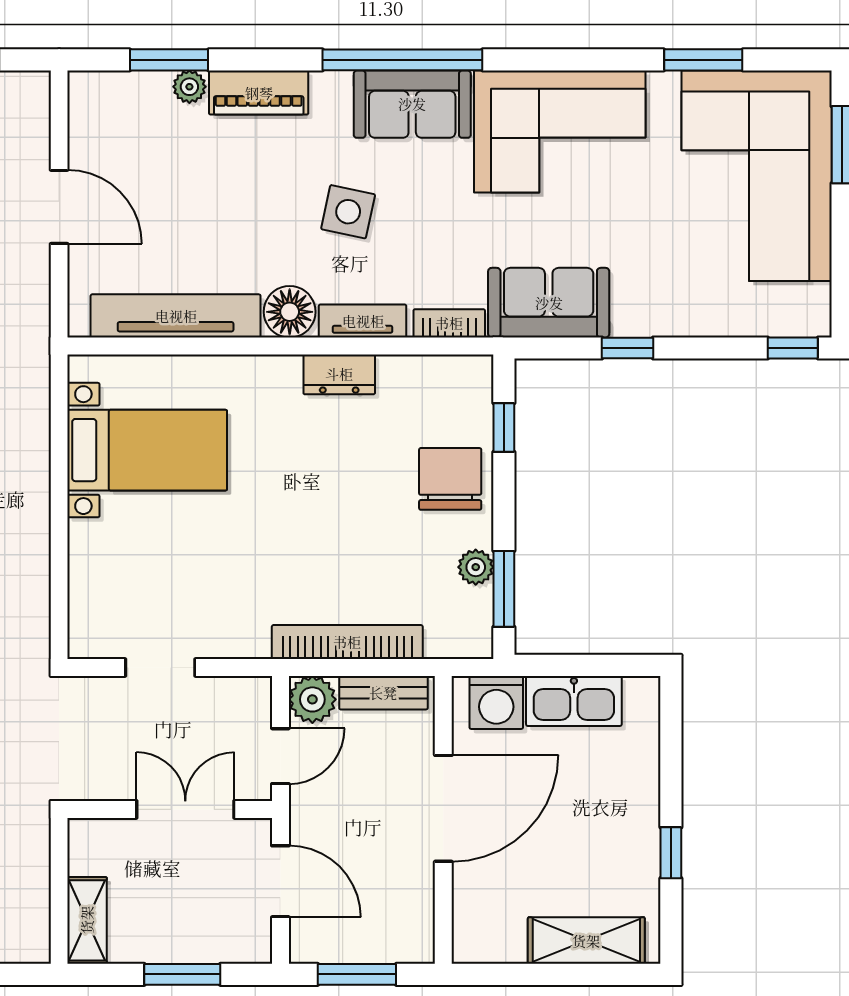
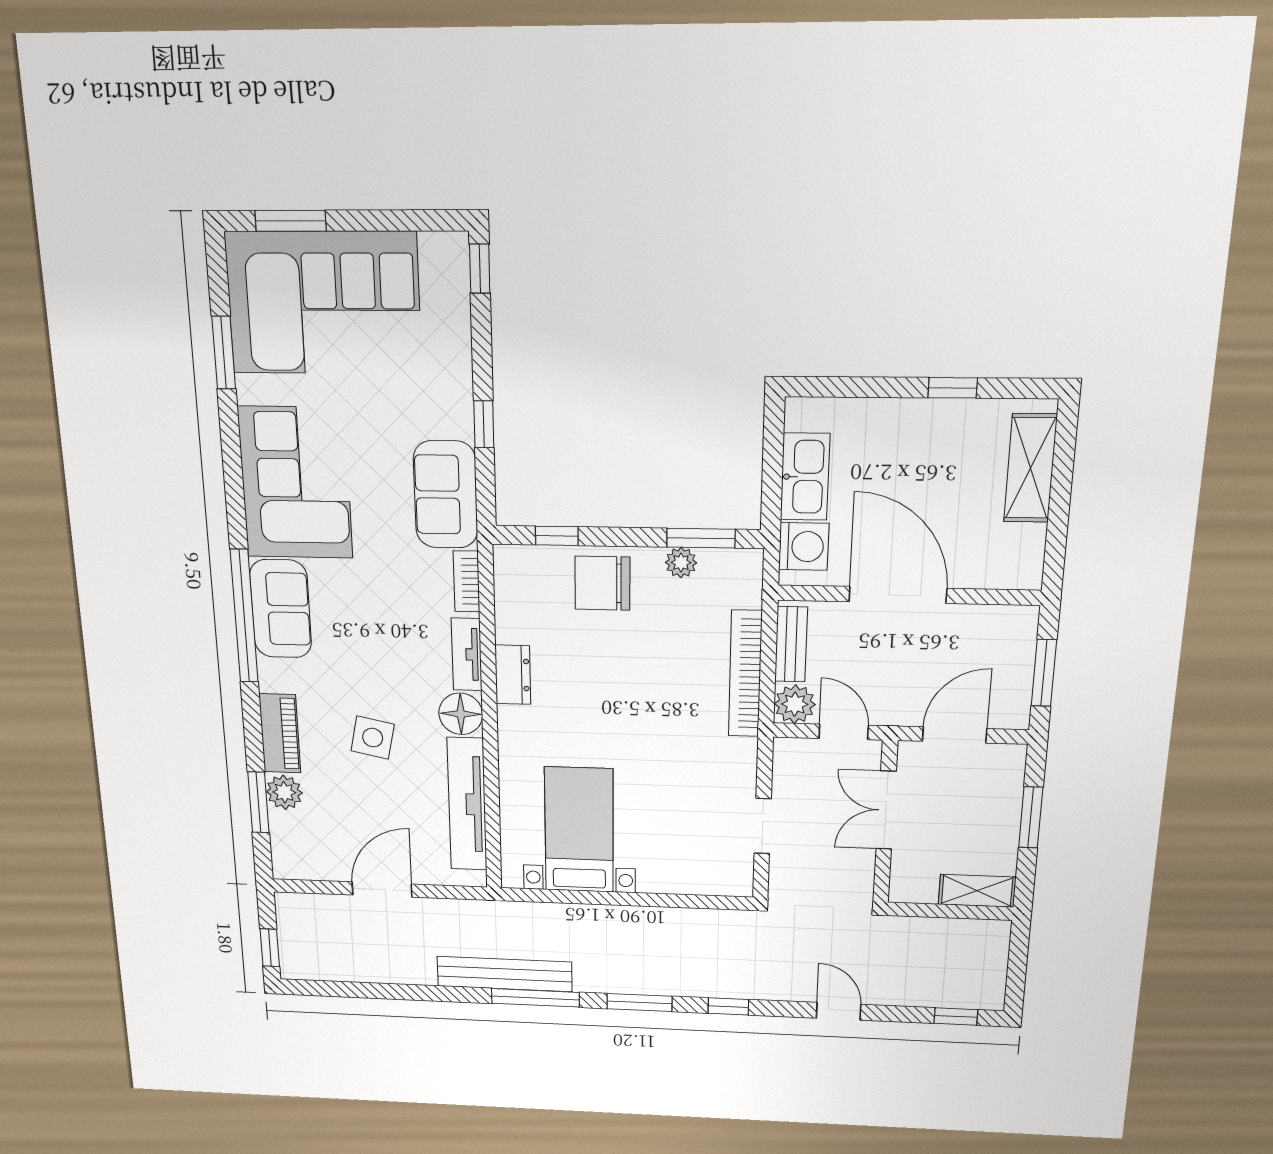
plant: (189, 87) -> (284, 792), width x1.38, depth x1.38
side table: (348, 212) -> (373, 738), moved

